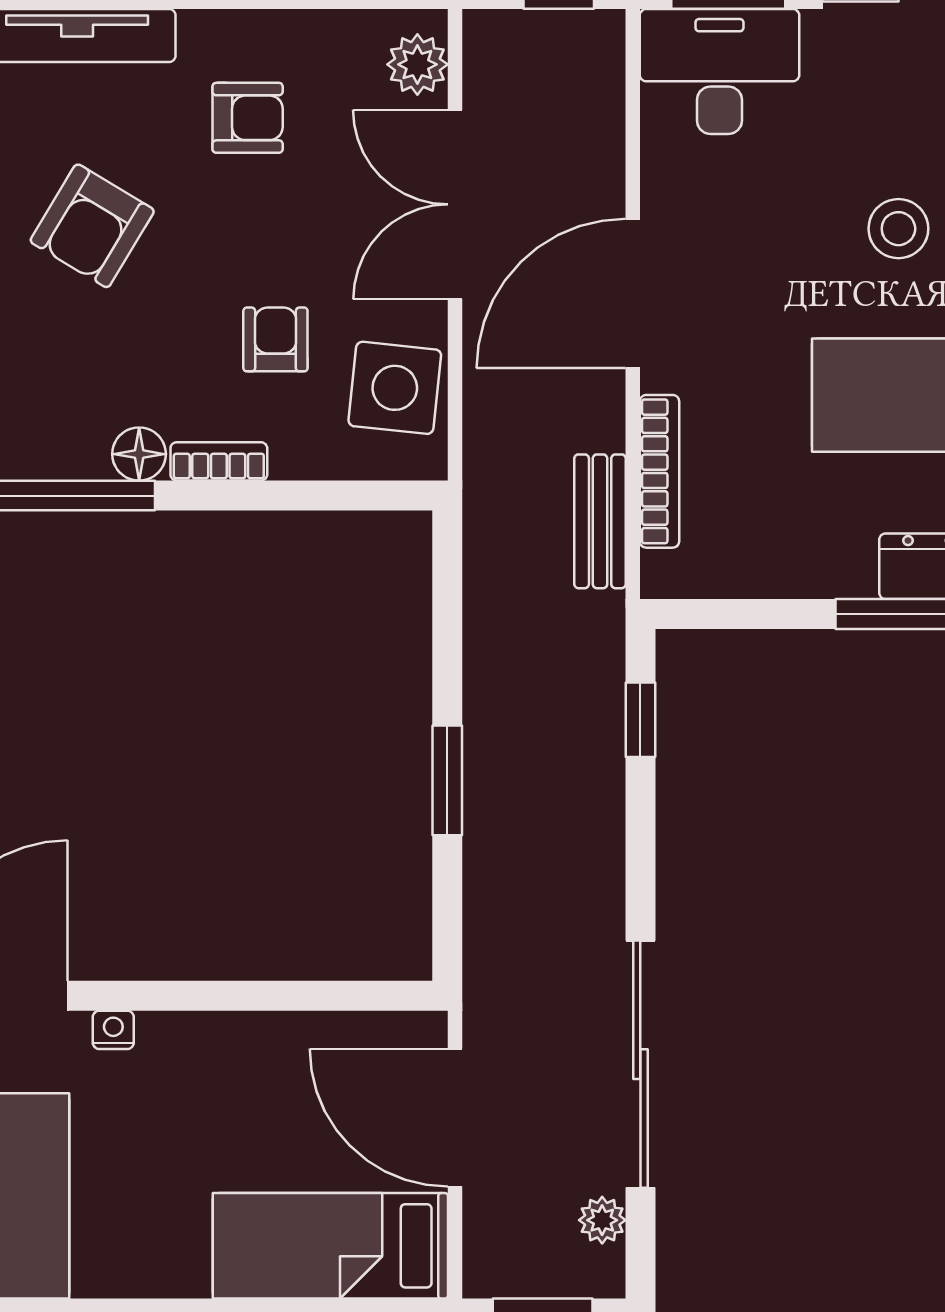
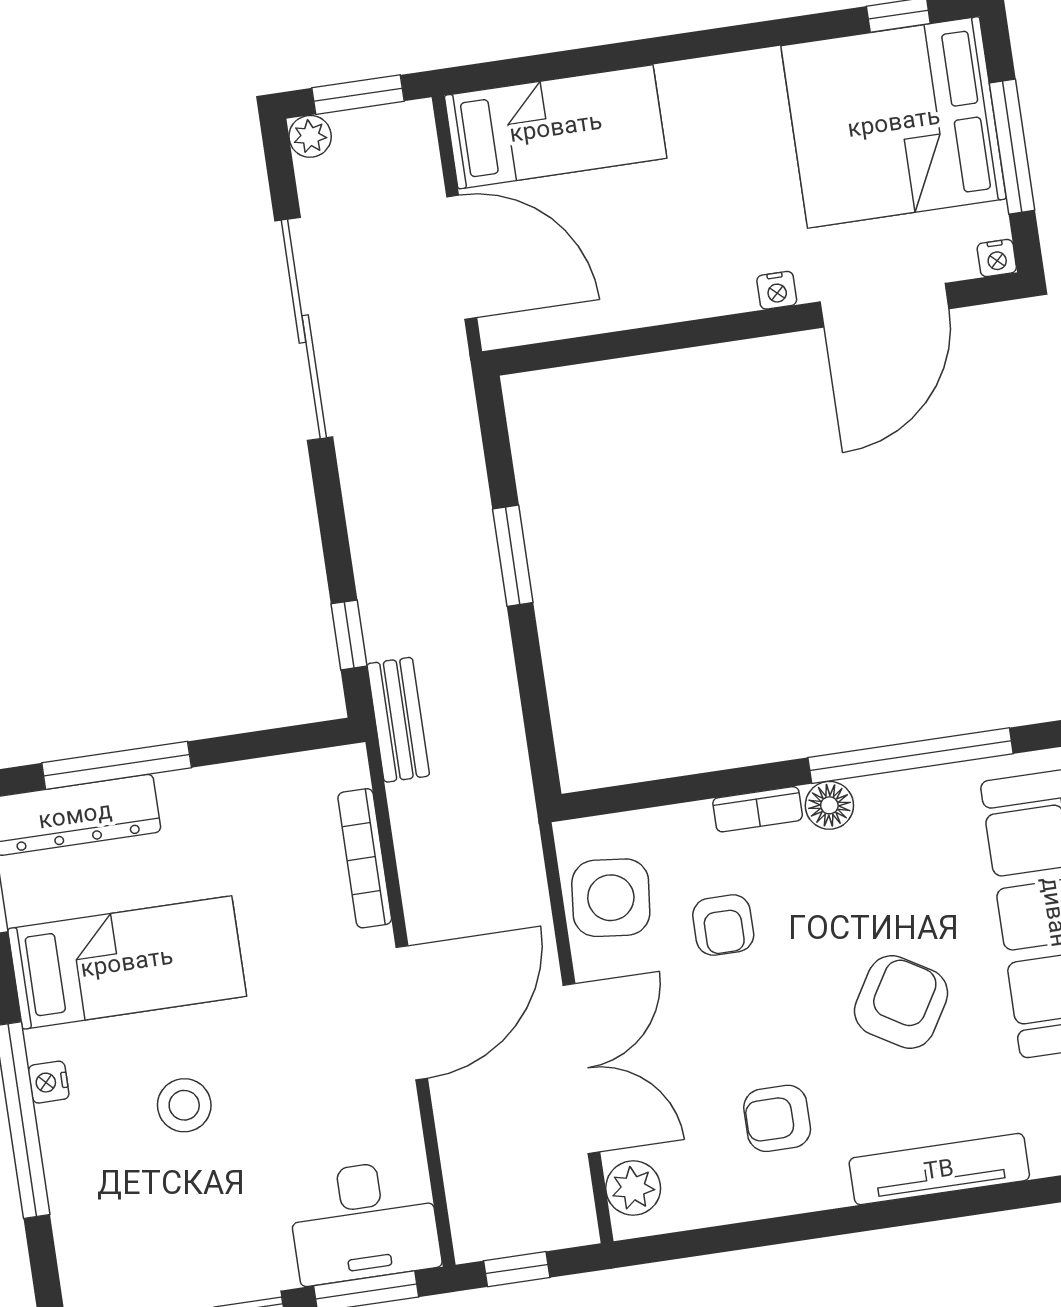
bench: (600, 521) -> (398, 720), moved
plant: (602, 1220) -> (310, 136), moved

